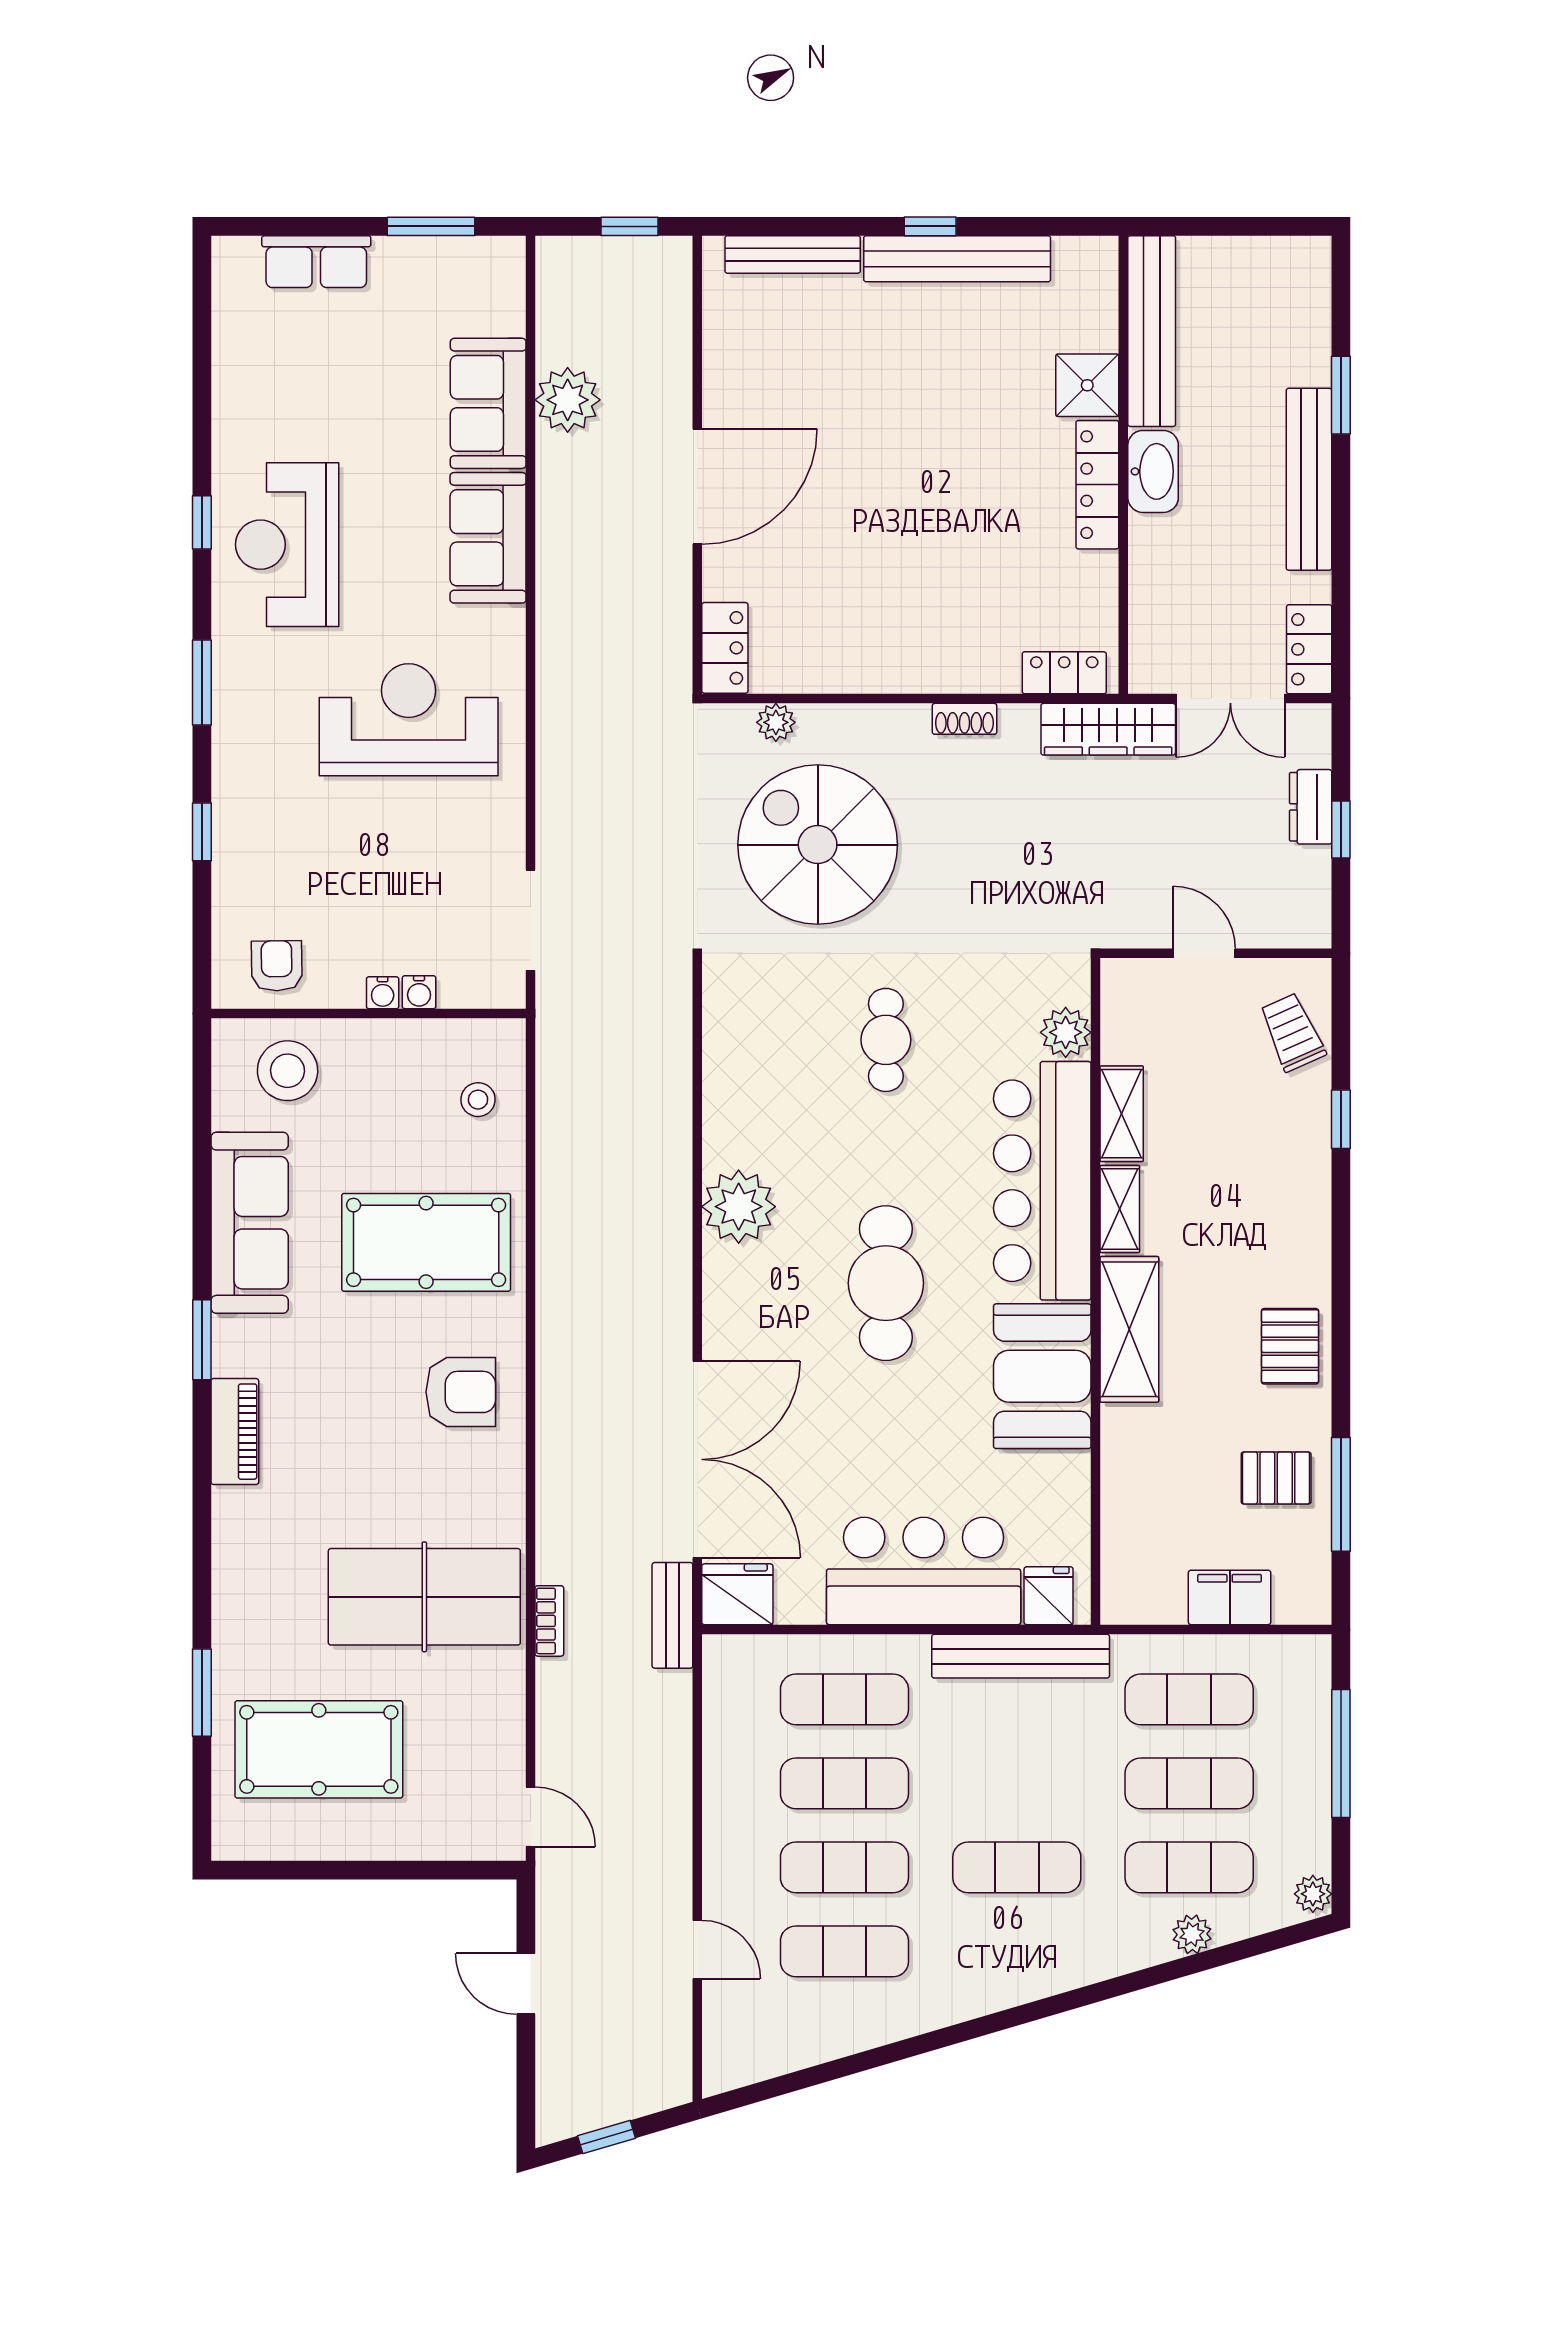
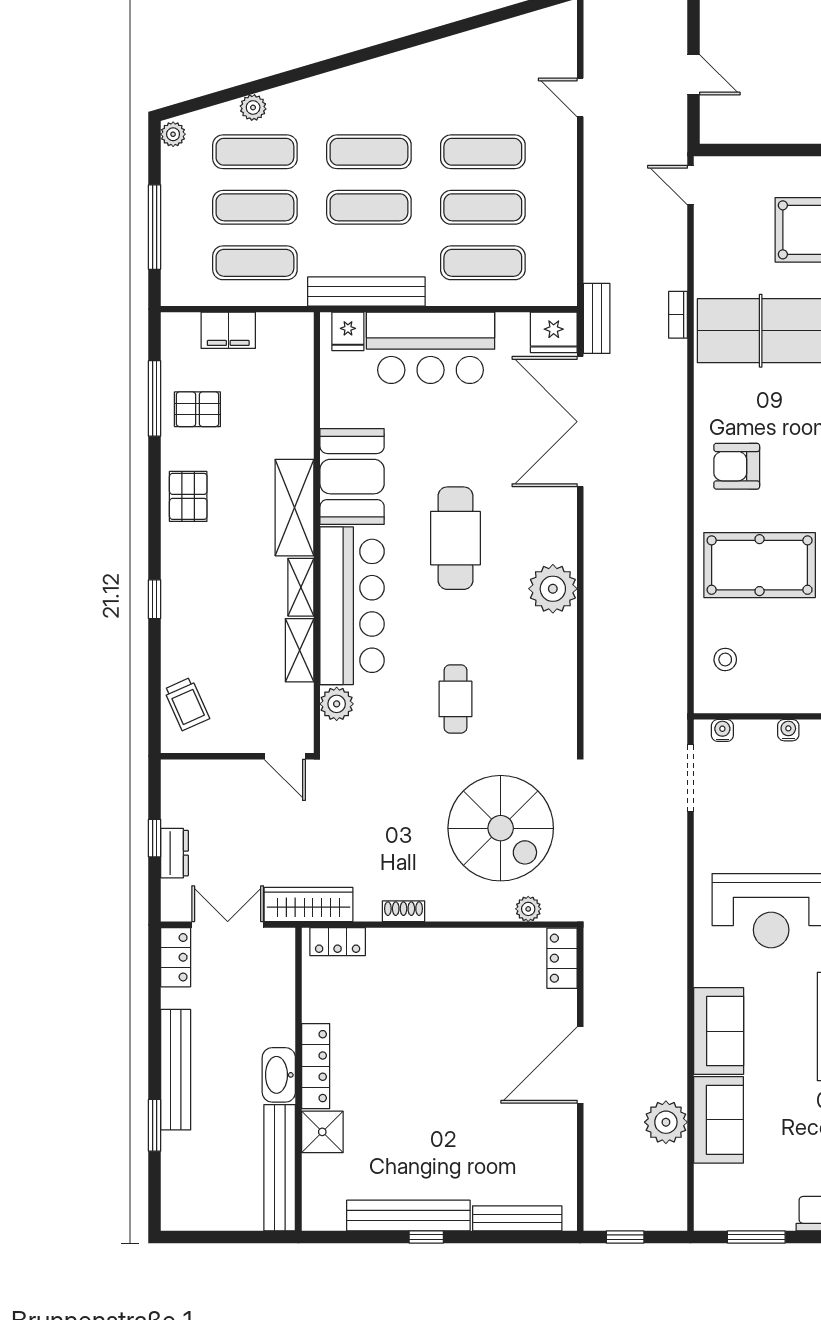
door: (1204, 953) -> (285, 756), moved
water cooler: (419, 992) -> (722, 730), moved
window: (1341, 1119) -> (155, 599), moved
exercise mat: (844, 1951) -> (369, 207), moved

